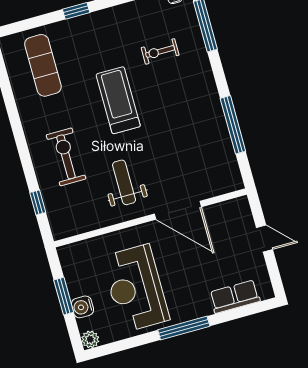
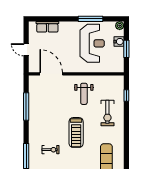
door: (178, 210) -> (51, 74), moved
window: (184, 328) -> (91, 19), moved

